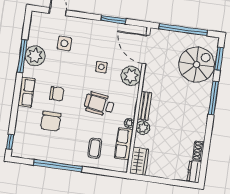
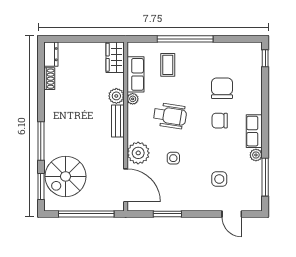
window: (22, 56) -> (265, 177), moved
plant: (35, 56) -> (256, 155), width x0.53, depth x0.53
row of seats: (27, 92) -> (254, 131), moved
window: (58, 166) -> (185, 39), moved

